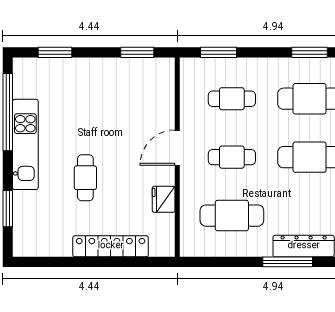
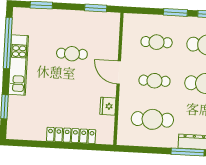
window: (219, 52) -> (175, 12), moved
door: (177, 148) -> (119, 72), hinge flipped
cafe table: (85, 178) -> (72, 54), moved, turned 90

